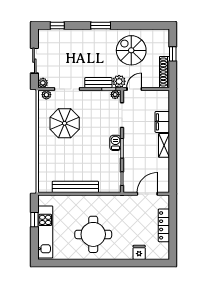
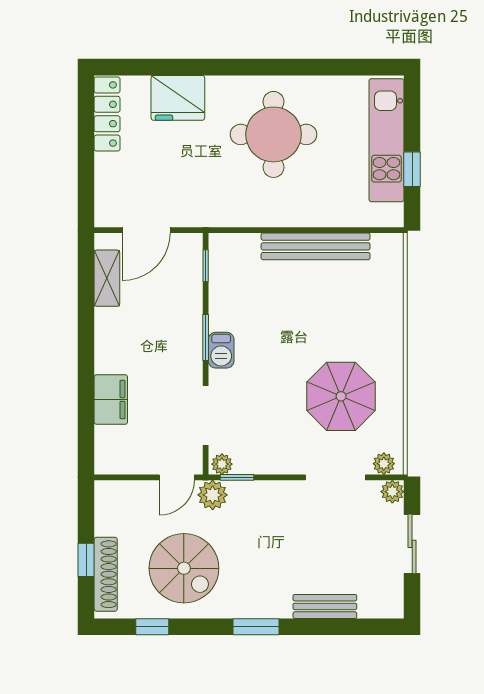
window: (57, 26) -> (152, 627), moved
shoe rack: (164, 72) -> (106, 574), moved
bench: (98, 83) -> (325, 606), moved
shelving: (164, 145) -> (107, 278), moved
locker: (164, 225) -> (107, 114), moved
fridge: (139, 252) -> (178, 98), width x1.88, depth x1.34

